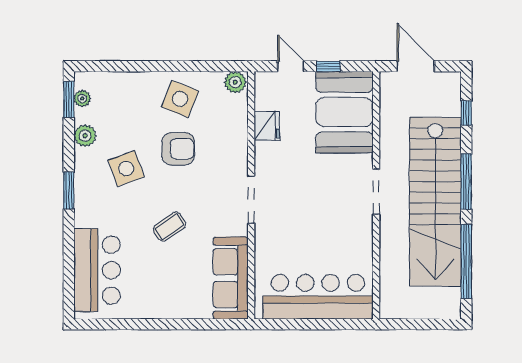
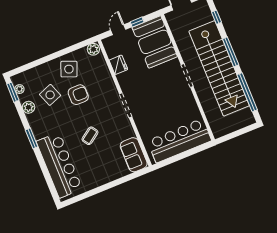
door: (291, 66) -> (118, 30), hinge flipped
side table: (126, 169) -> (50, 95), moved
bar counter: (97, 270) -> (59, 165), width x1.36
sofa: (231, 278) -> (134, 155), width x0.73

